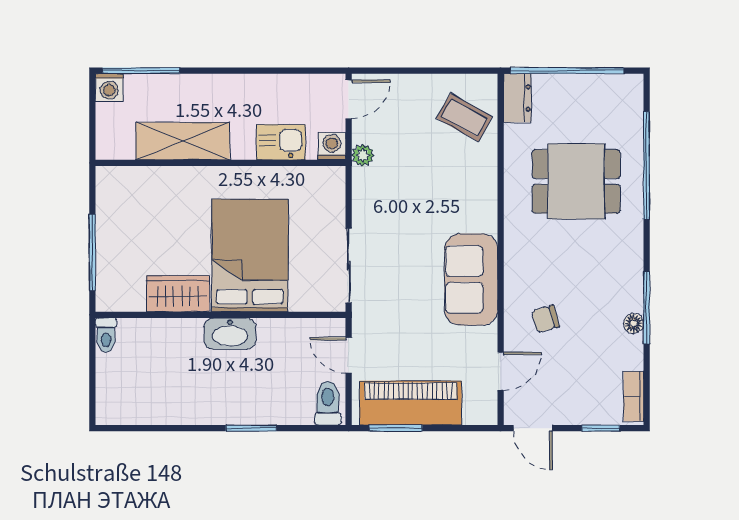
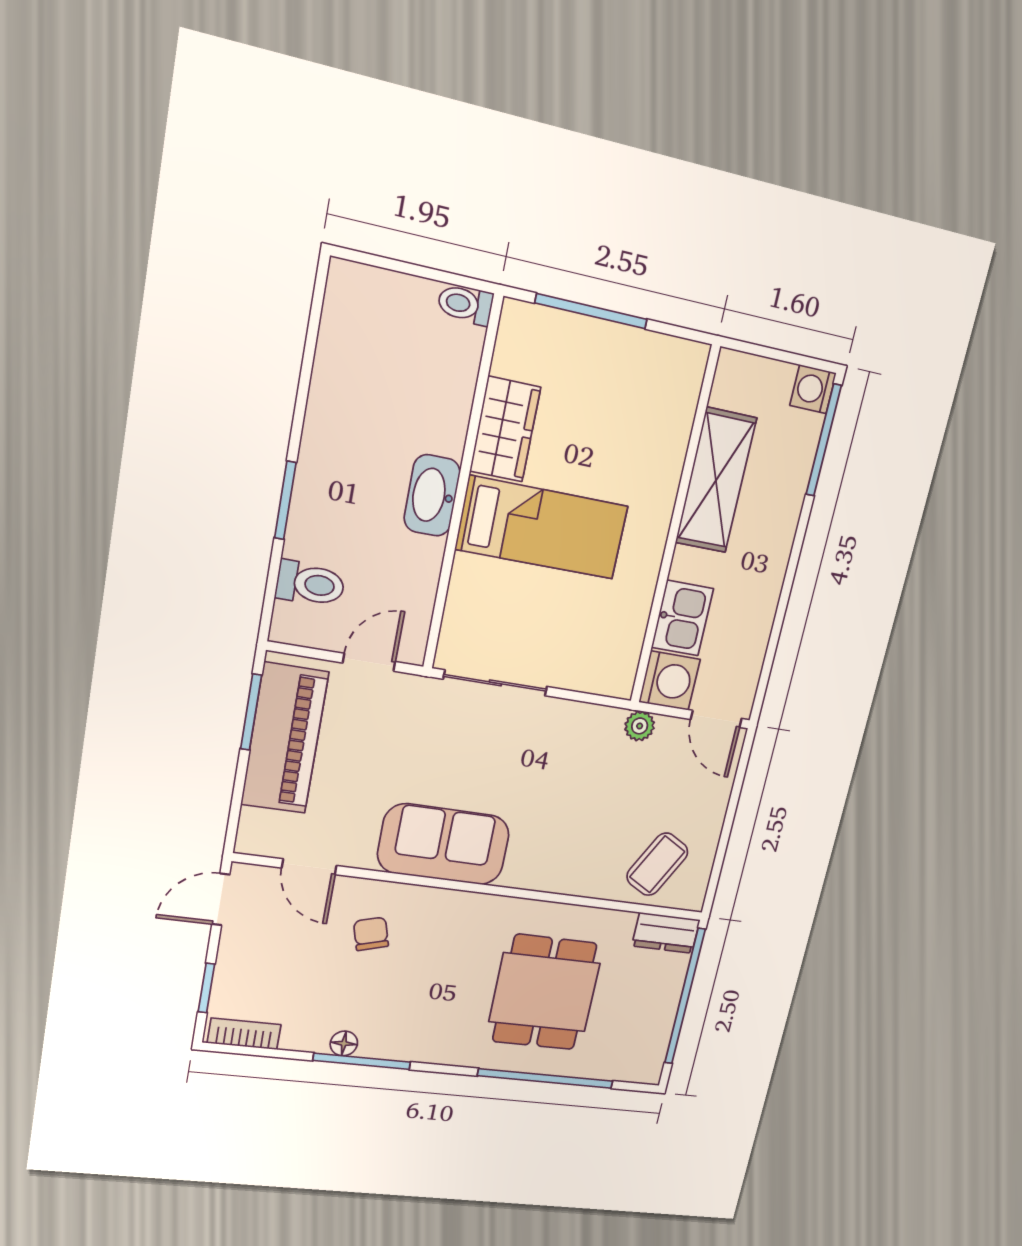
washing machine: (332, 146) -> (670, 681), width x1.38, depth x1.38
bed: (250, 256) -> (542, 528), width x0.67
toilet: (328, 403) -> (310, 584), moved

